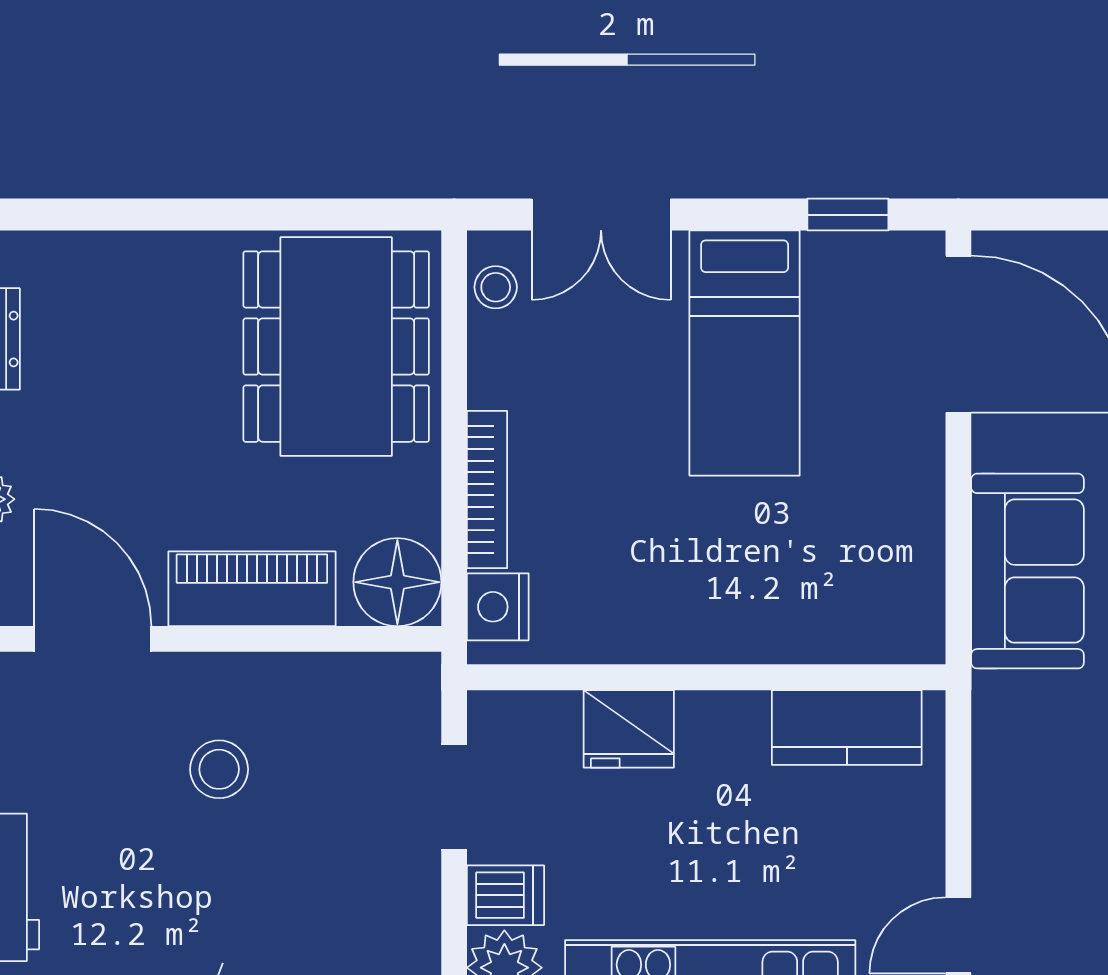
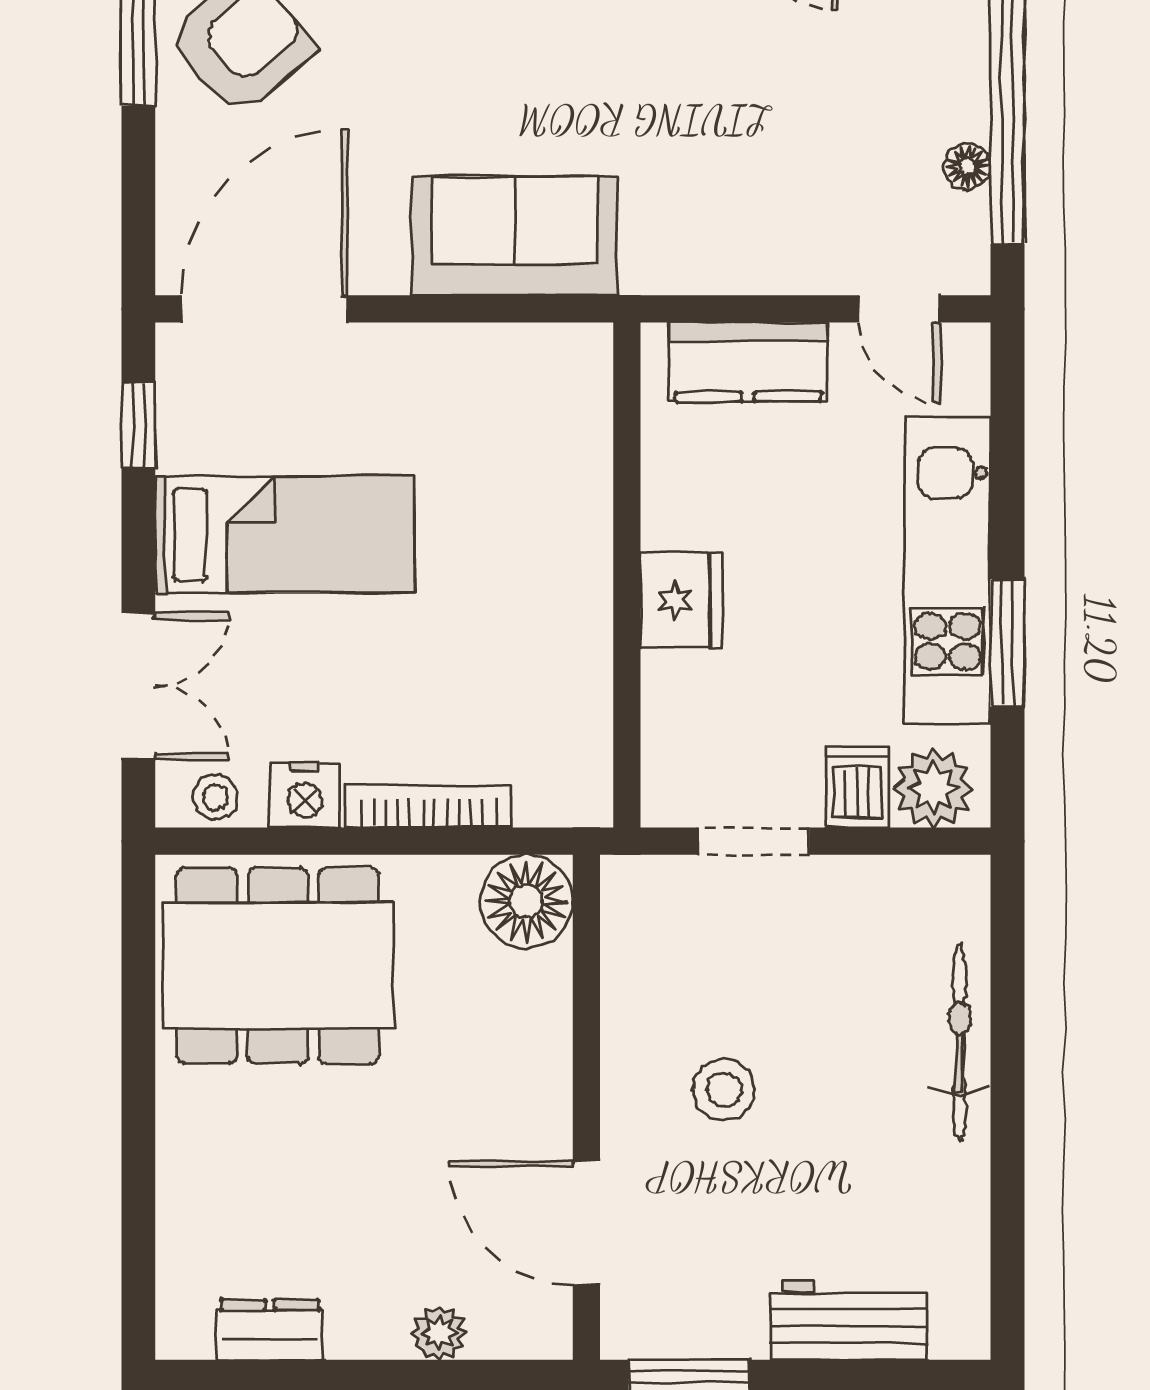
piano: (252, 589) -> (533, 1055), removed
nightstand: (498, 607) -> (305, 795), moved
door: (93, 639) -> (586, 1223), hinge flipped
kitchen counter: (847, 727) -> (748, 362), moved, turned 90
fridge: (629, 729) -> (681, 600), moved

